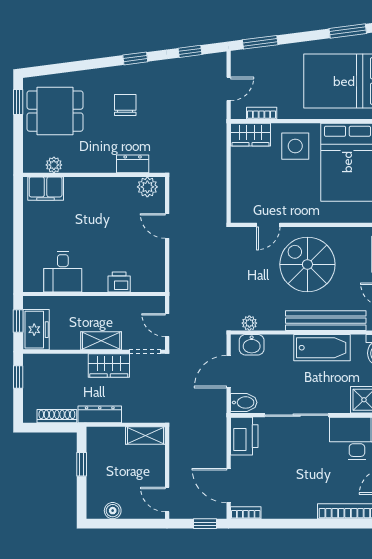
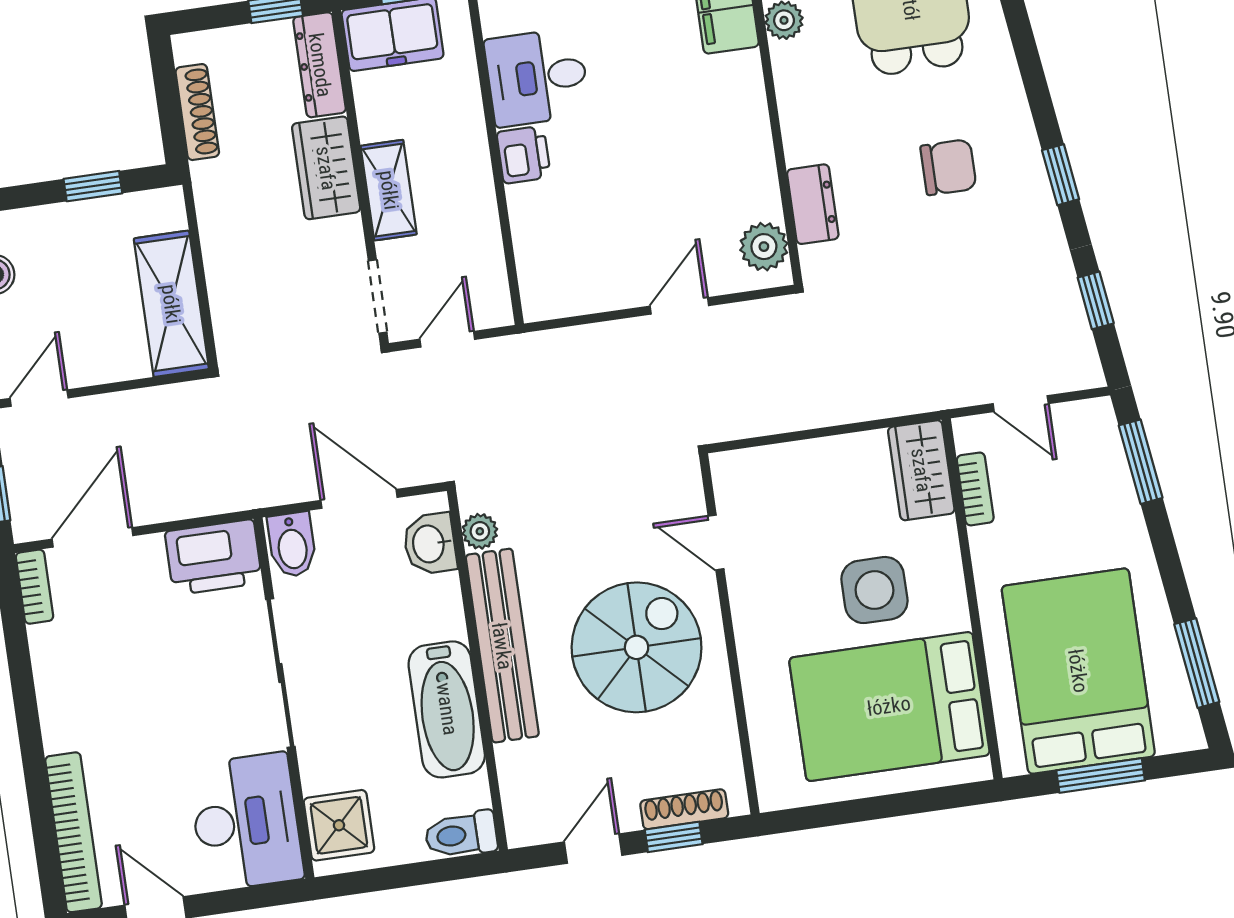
side table: (295, 146) -> (874, 590), moved
printer: (119, 282) -> (524, 155), moved
bench: (326, 321) -> (502, 646), moved
wardrobe: (109, 365) -> (326, 168), moved
dresser: (100, 414) -> (320, 65), moved, turned 180
shelving: (145, 436) -> (171, 304), width x1.50, depth x1.33

